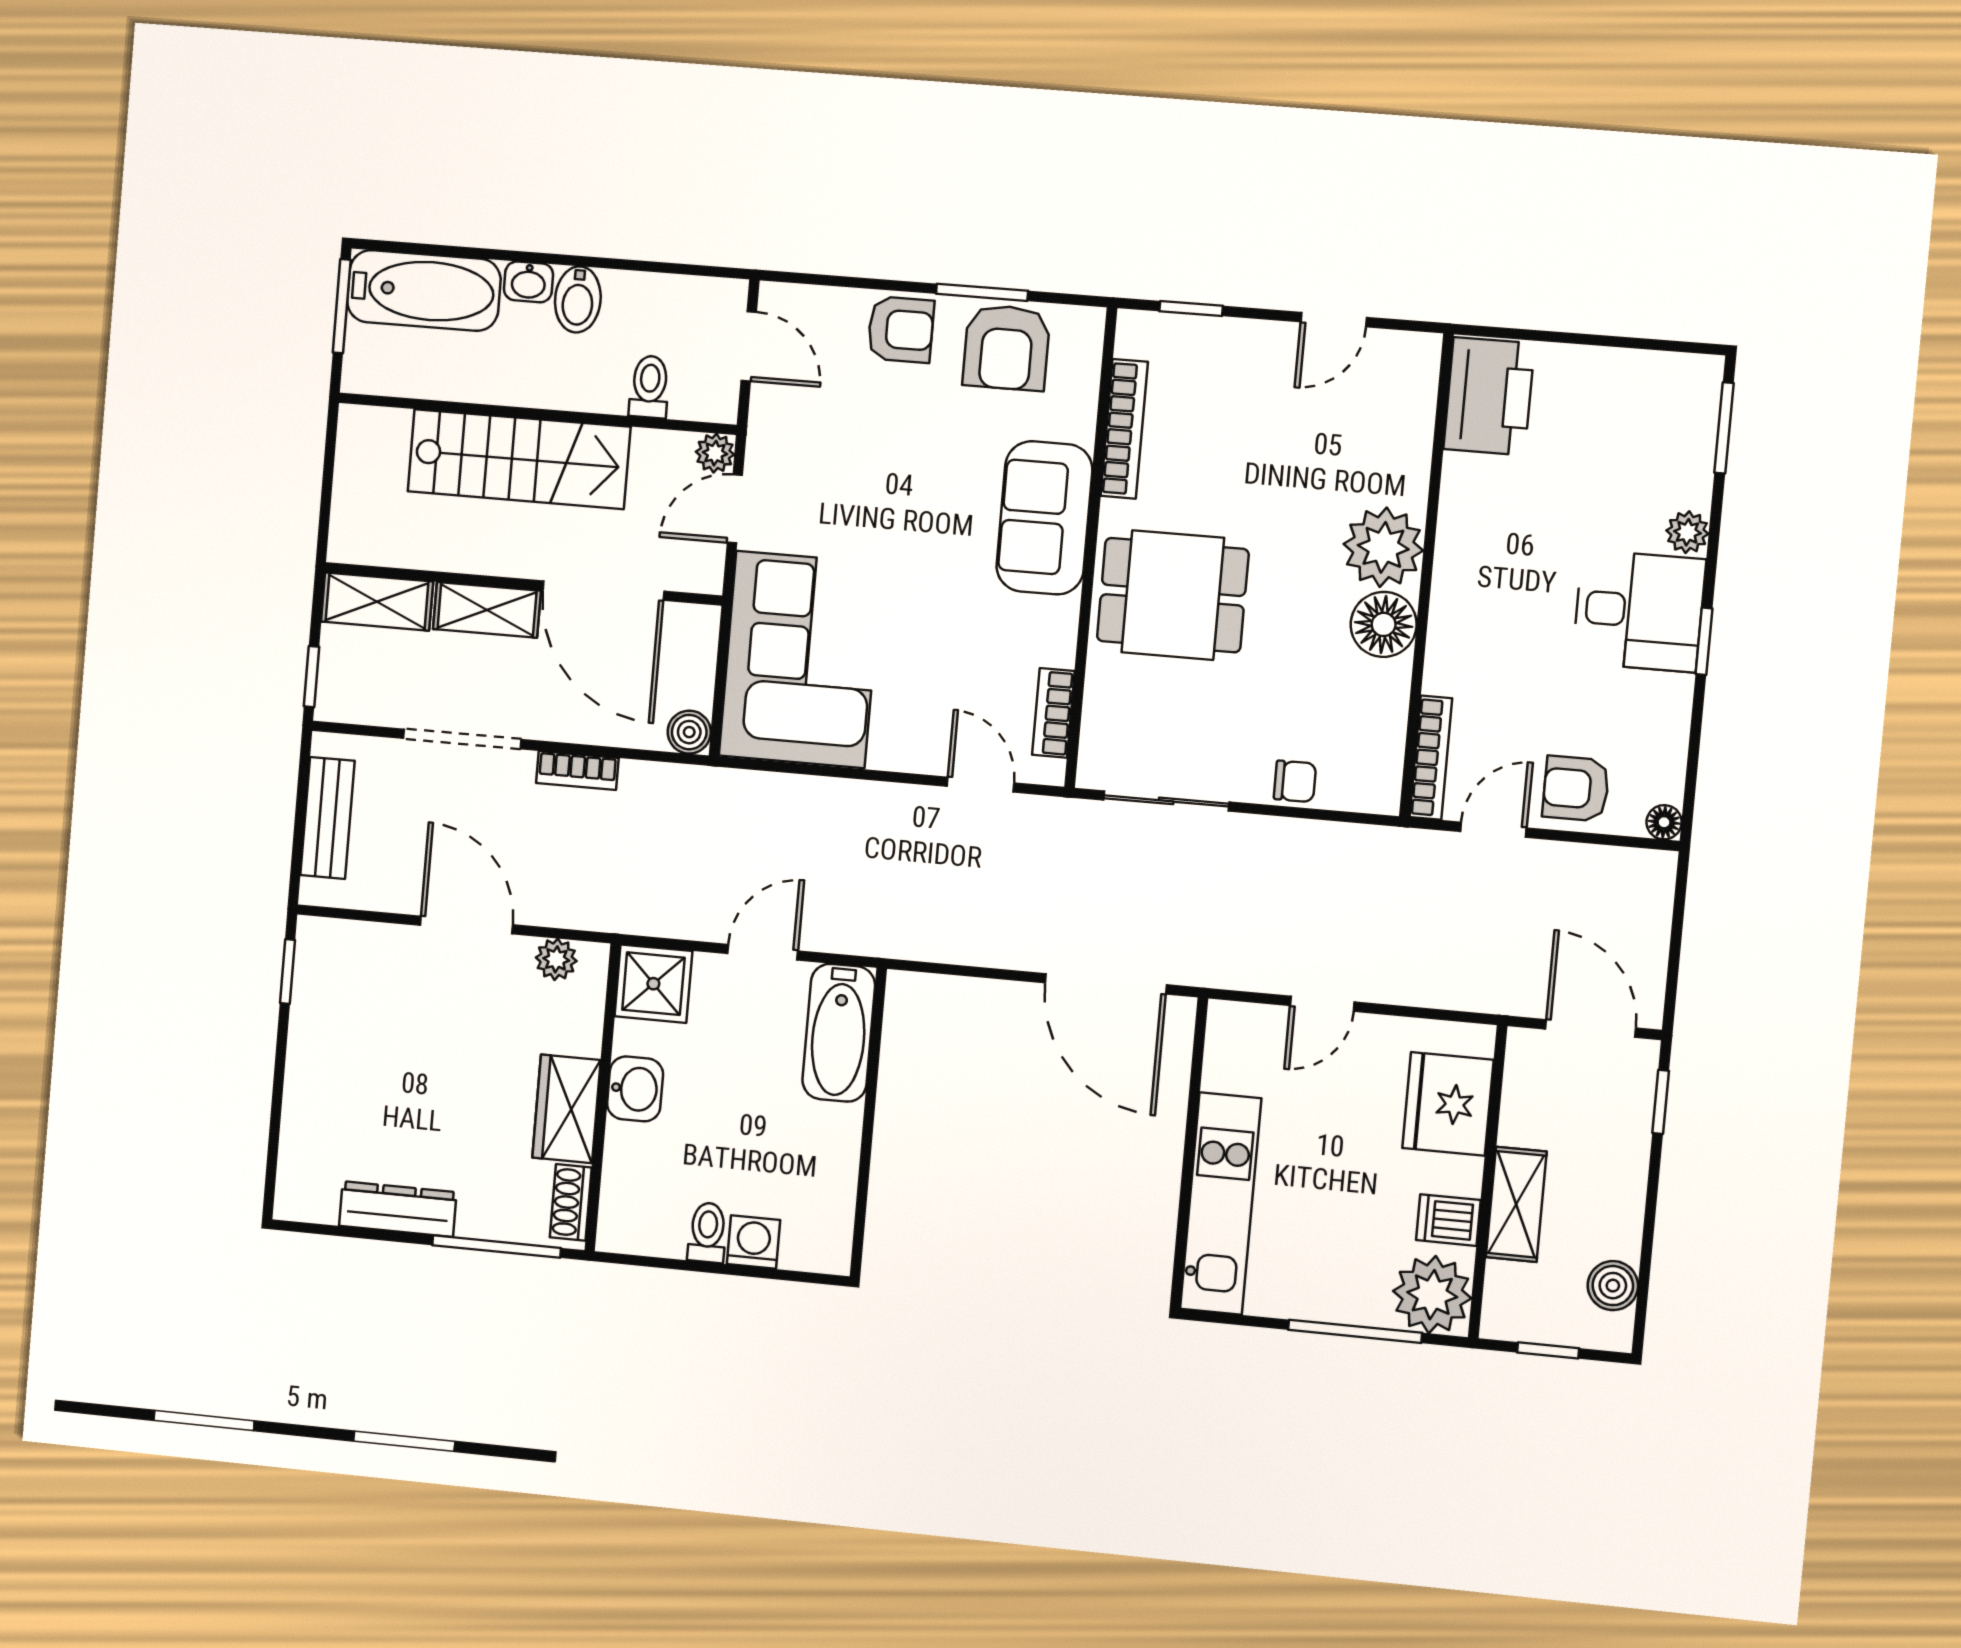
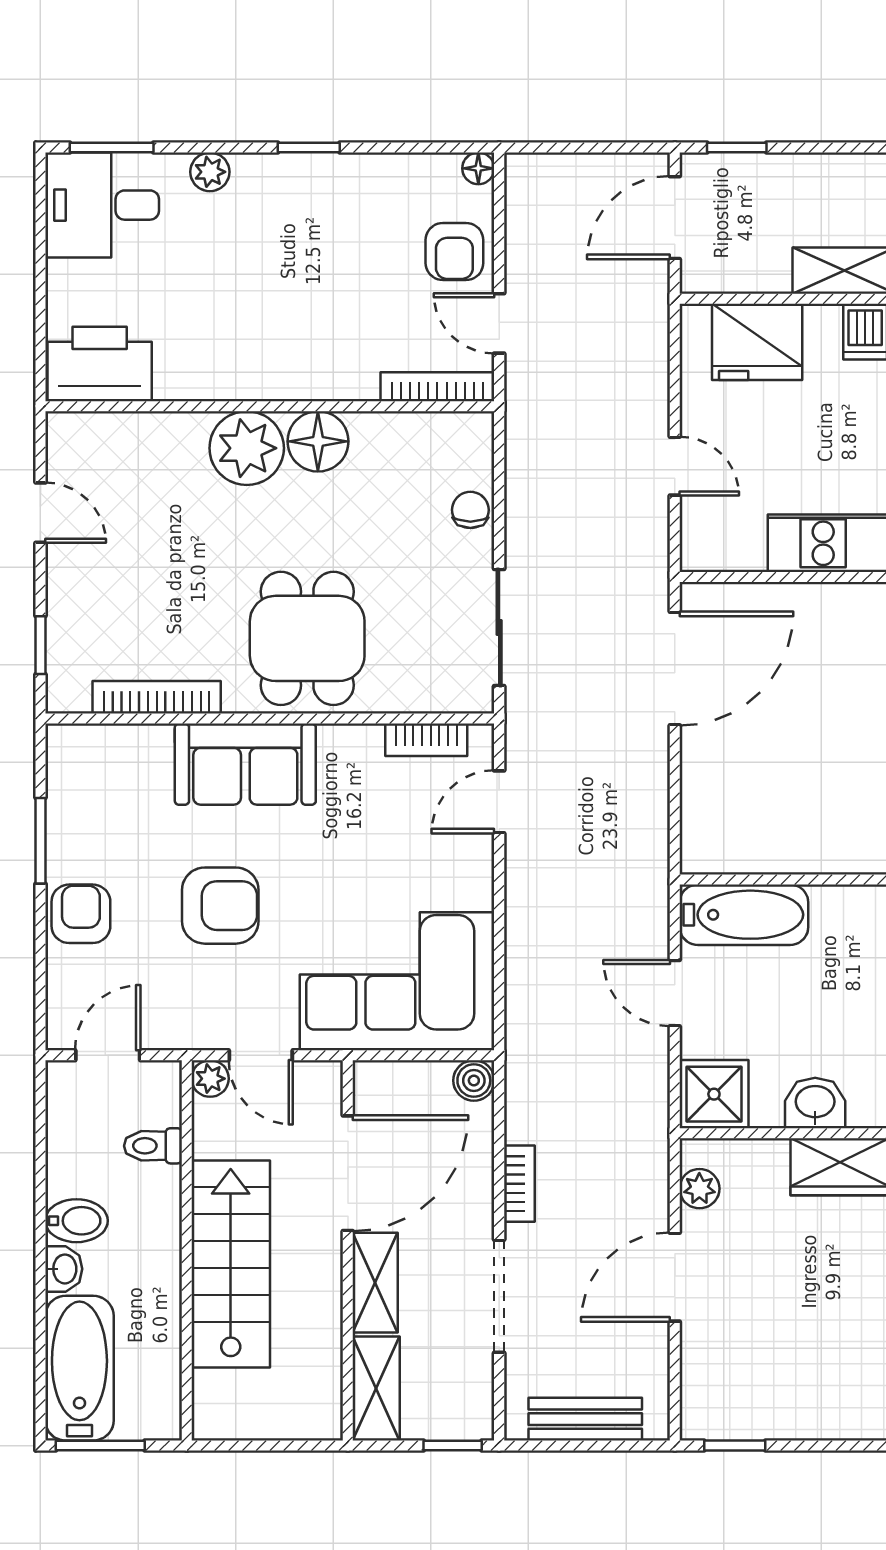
armchair: (1006, 347) -> (220, 906), moved
desk: (1639, 611) -> (102, 205), moved, turned -90

